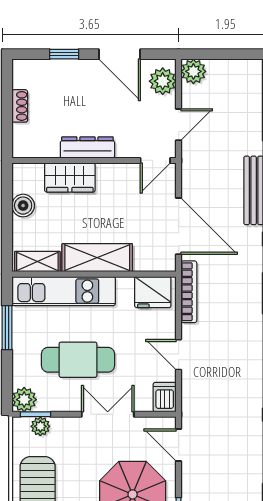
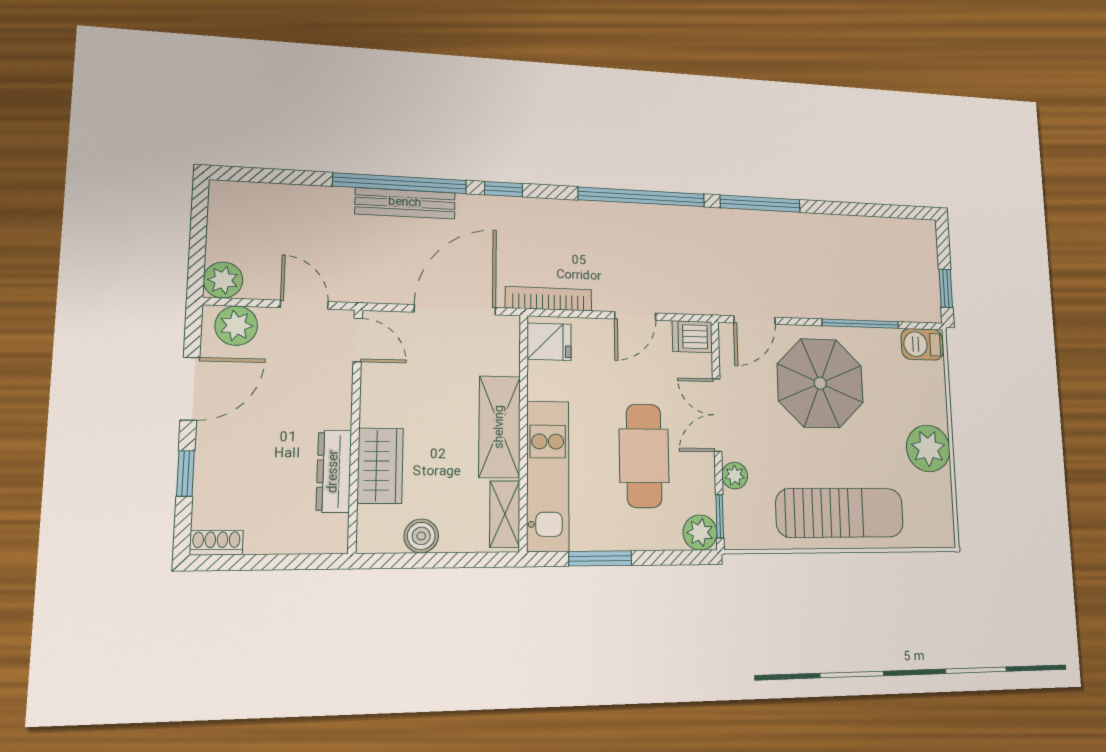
shoe rack: (20, 106) -> (216, 543), moved
dresser: (87, 147) -> (334, 471), moved
fridge: (153, 292) -> (549, 342), width x0.72
plant: (40, 426) -> (735, 476), moved

